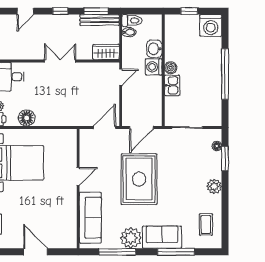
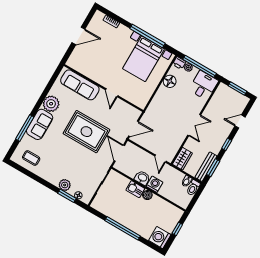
door: (25, 11) -> (240, 121), hinge flipped
washbasin: (154, 49) -> (142, 178), moved
door: (105, 127) -> (134, 129), hinge flipped
plant: (214, 186) -> (65, 185), moved
window: (117, 252) -> (47, 90), removed

